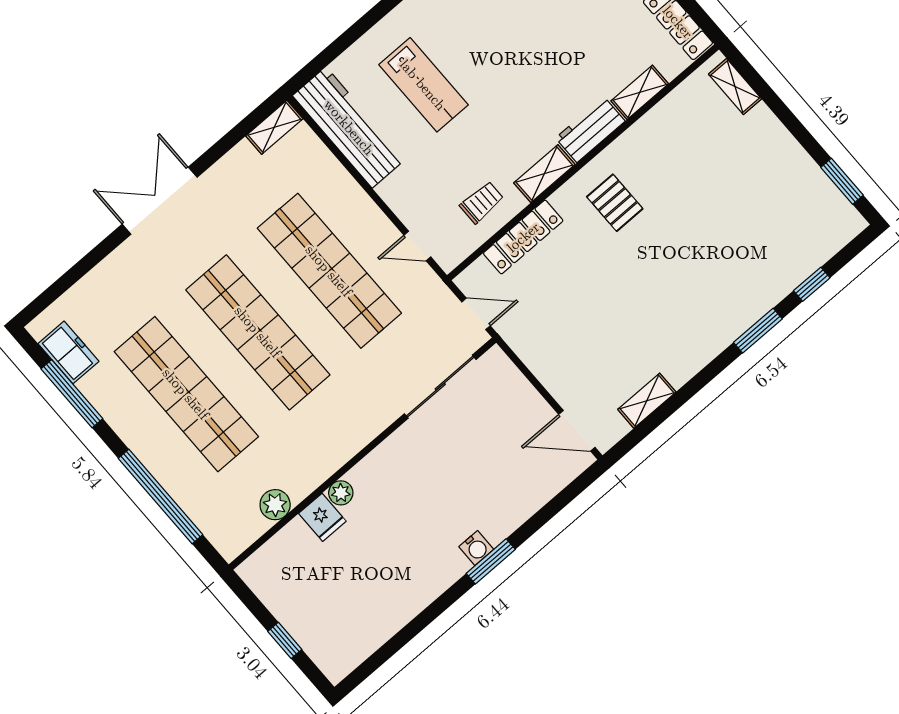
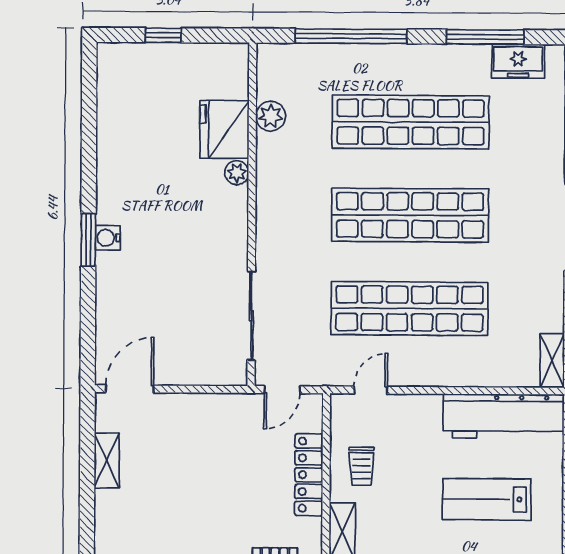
fridge: (322, 517) -> (224, 130), width x1.88, depth x1.34

